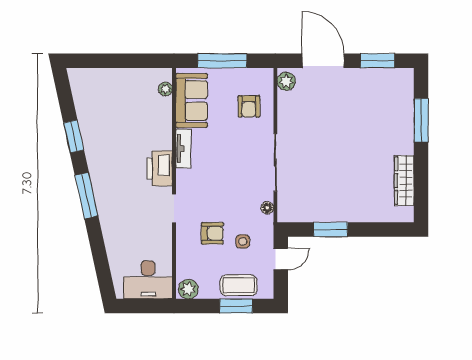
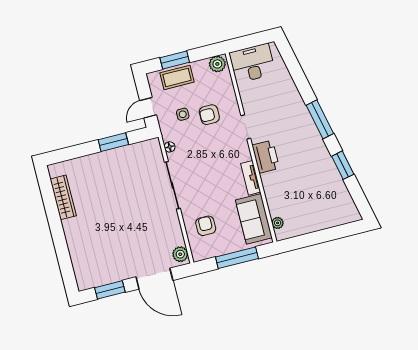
window: (421, 120) -> (62, 250), removed

